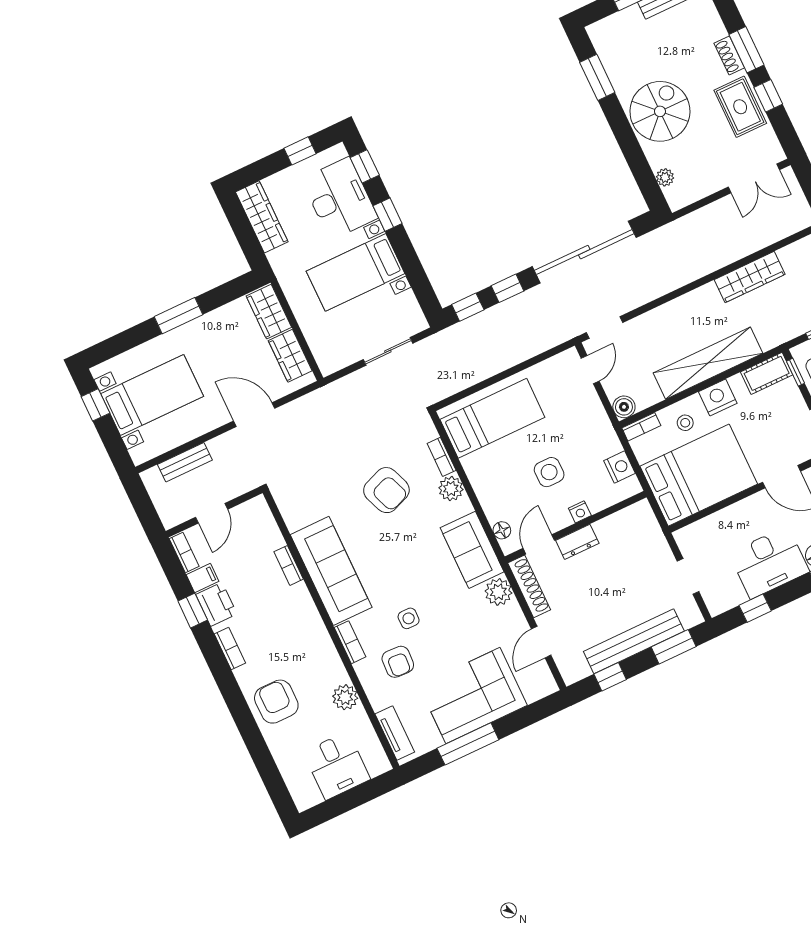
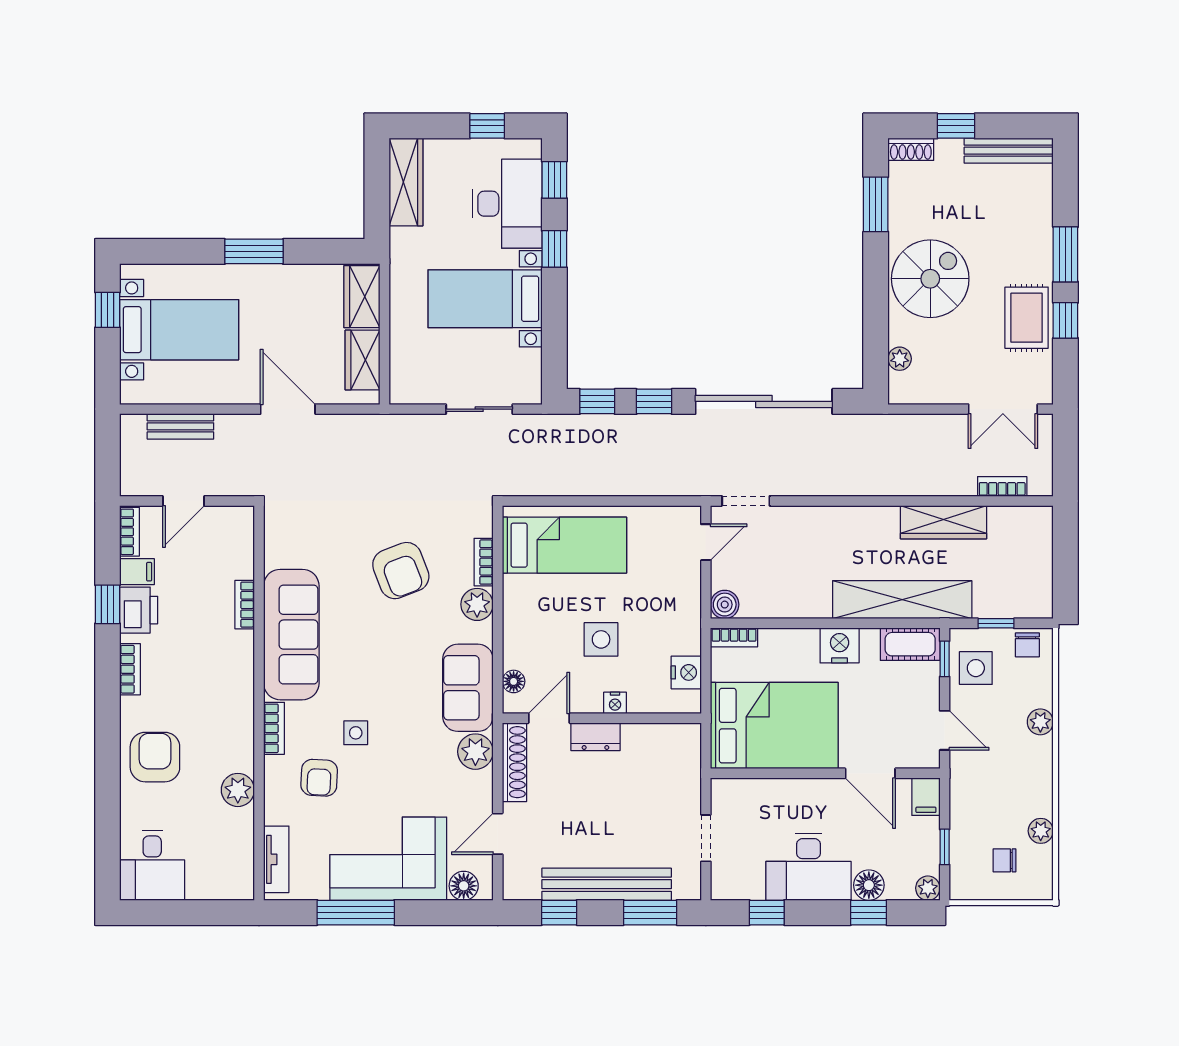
shoe rack: (729, 56) -> (911, 149), moved, turned -90
bookcase: (779, 233) -> (1002, 486), added
shelving: (708, 363) -> (902, 600), moved
stool: (685, 423) -> (788, 657), removed
floor lamp: (534, 690) -> (464, 886), added
desk: (337, 766) -> (152, 865), moved

